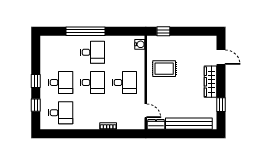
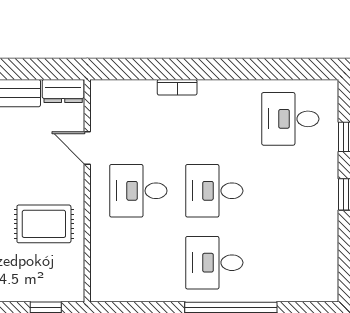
water cooler: (140, 44) -> (102, 282), removed
desk: (61, 82) -> (290, 191), removed
door: (146, 111) -> (87, 148), moved

